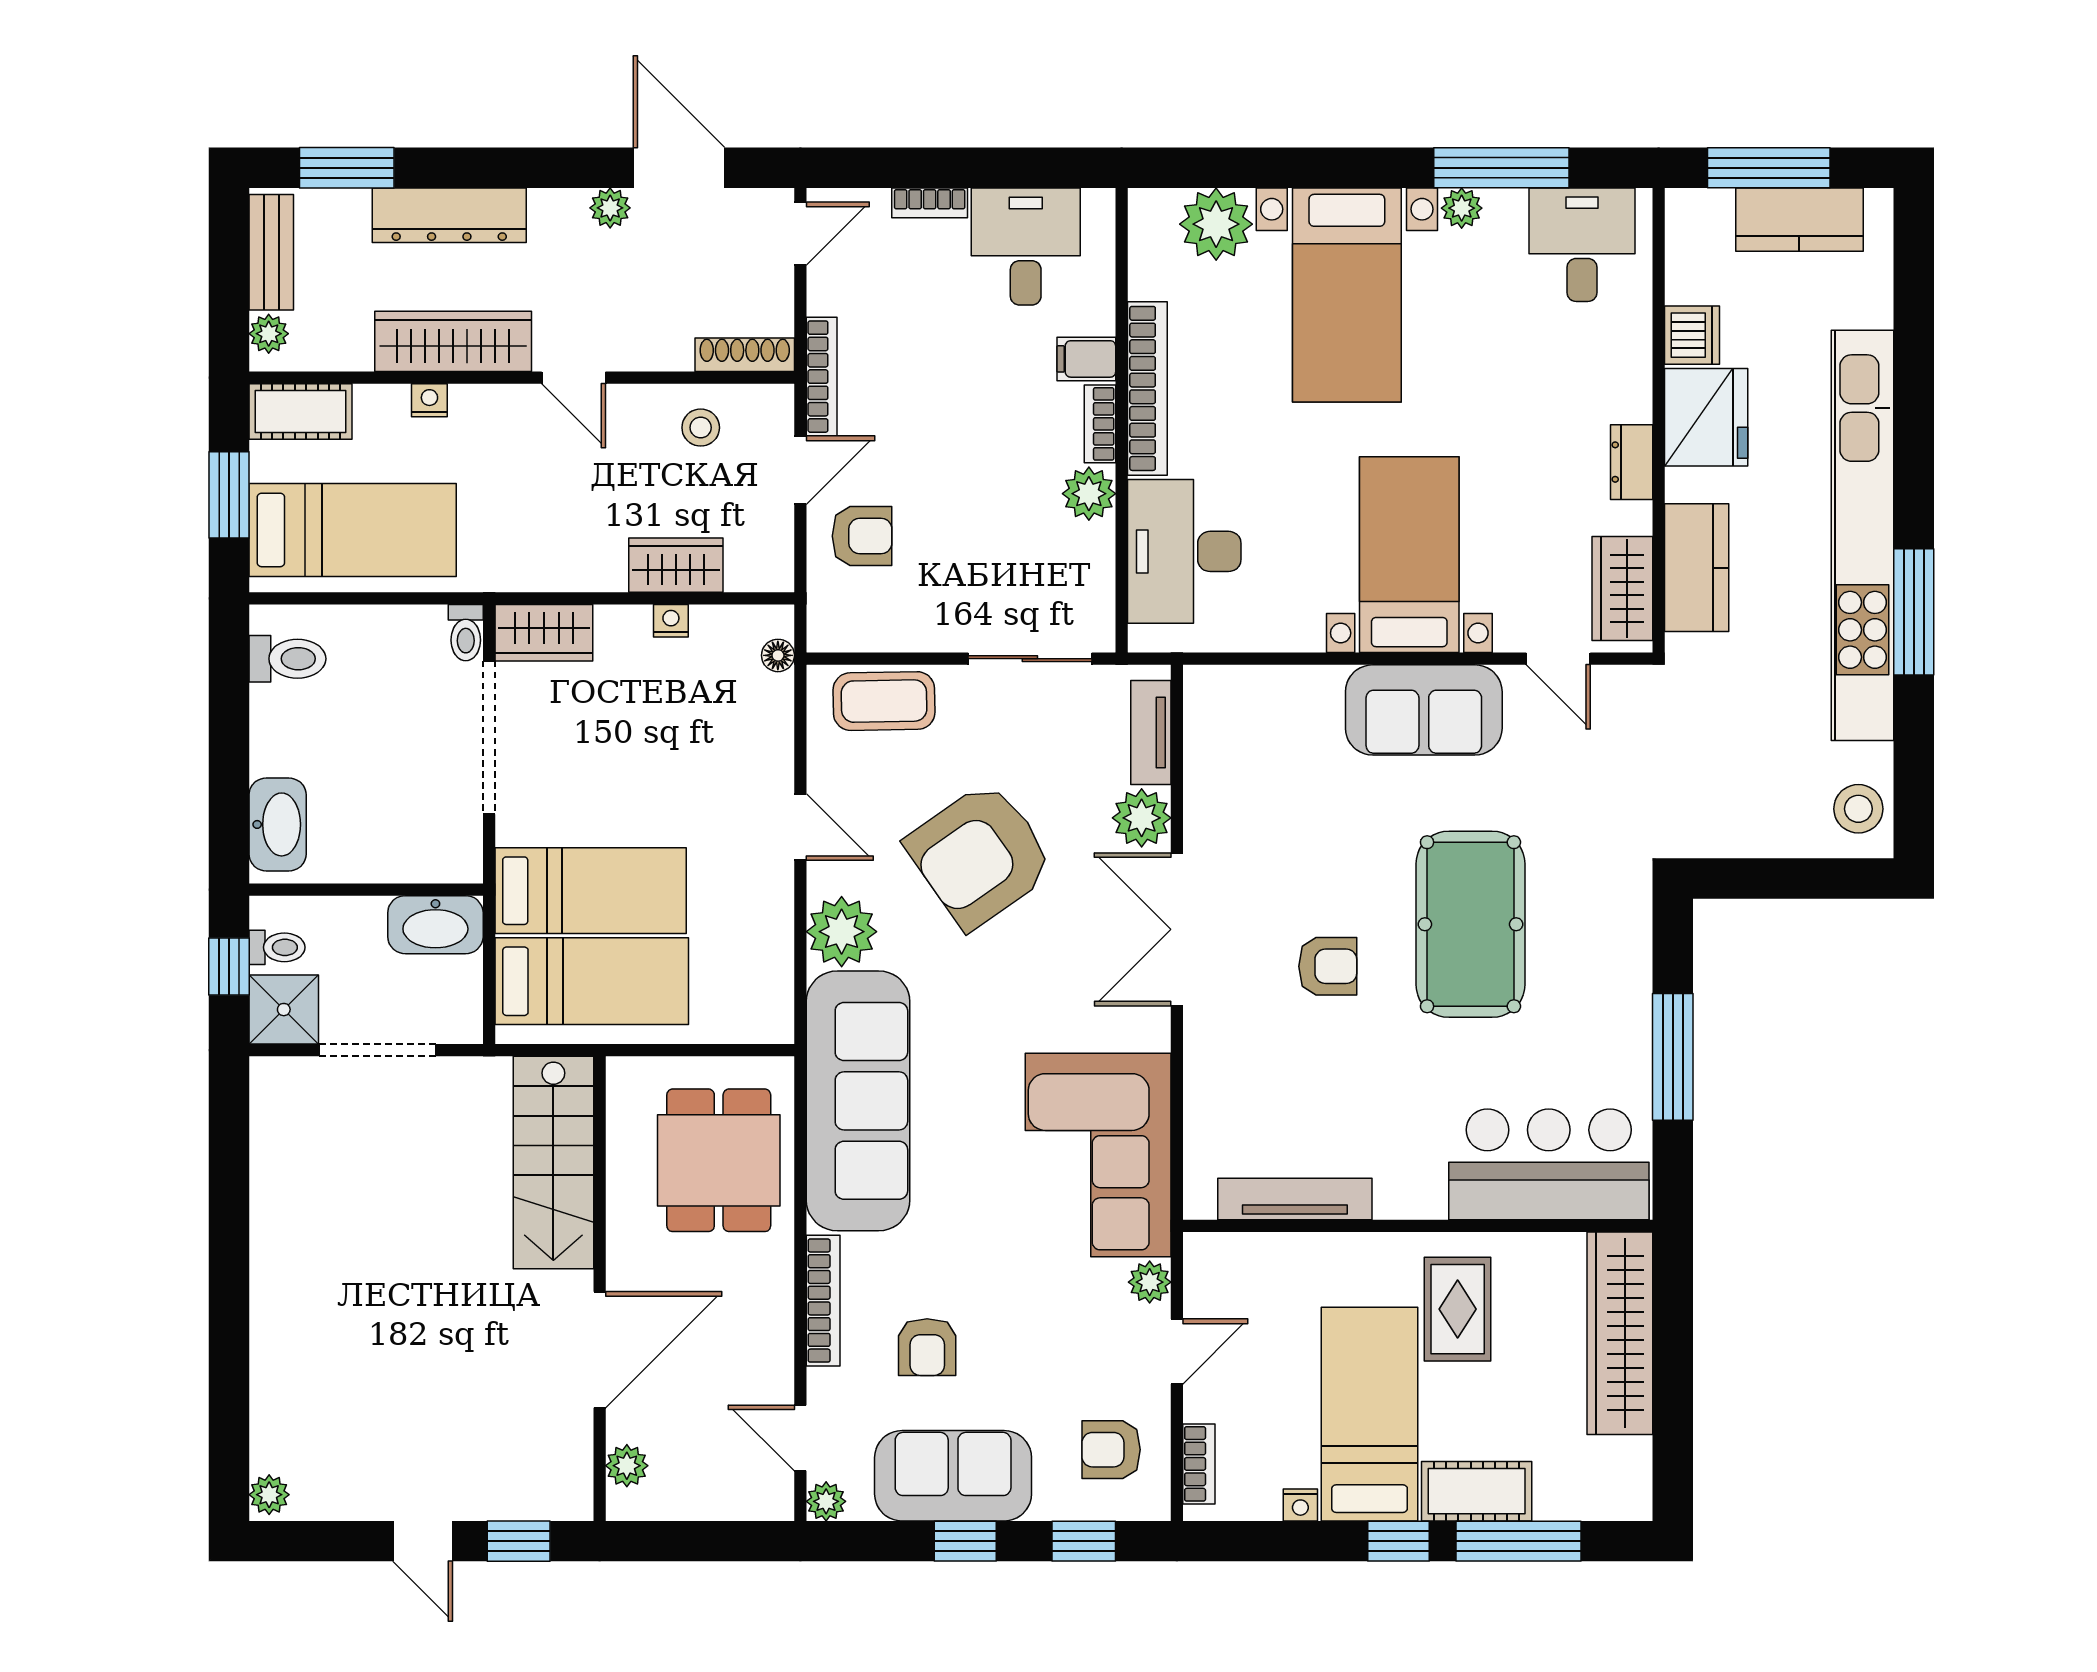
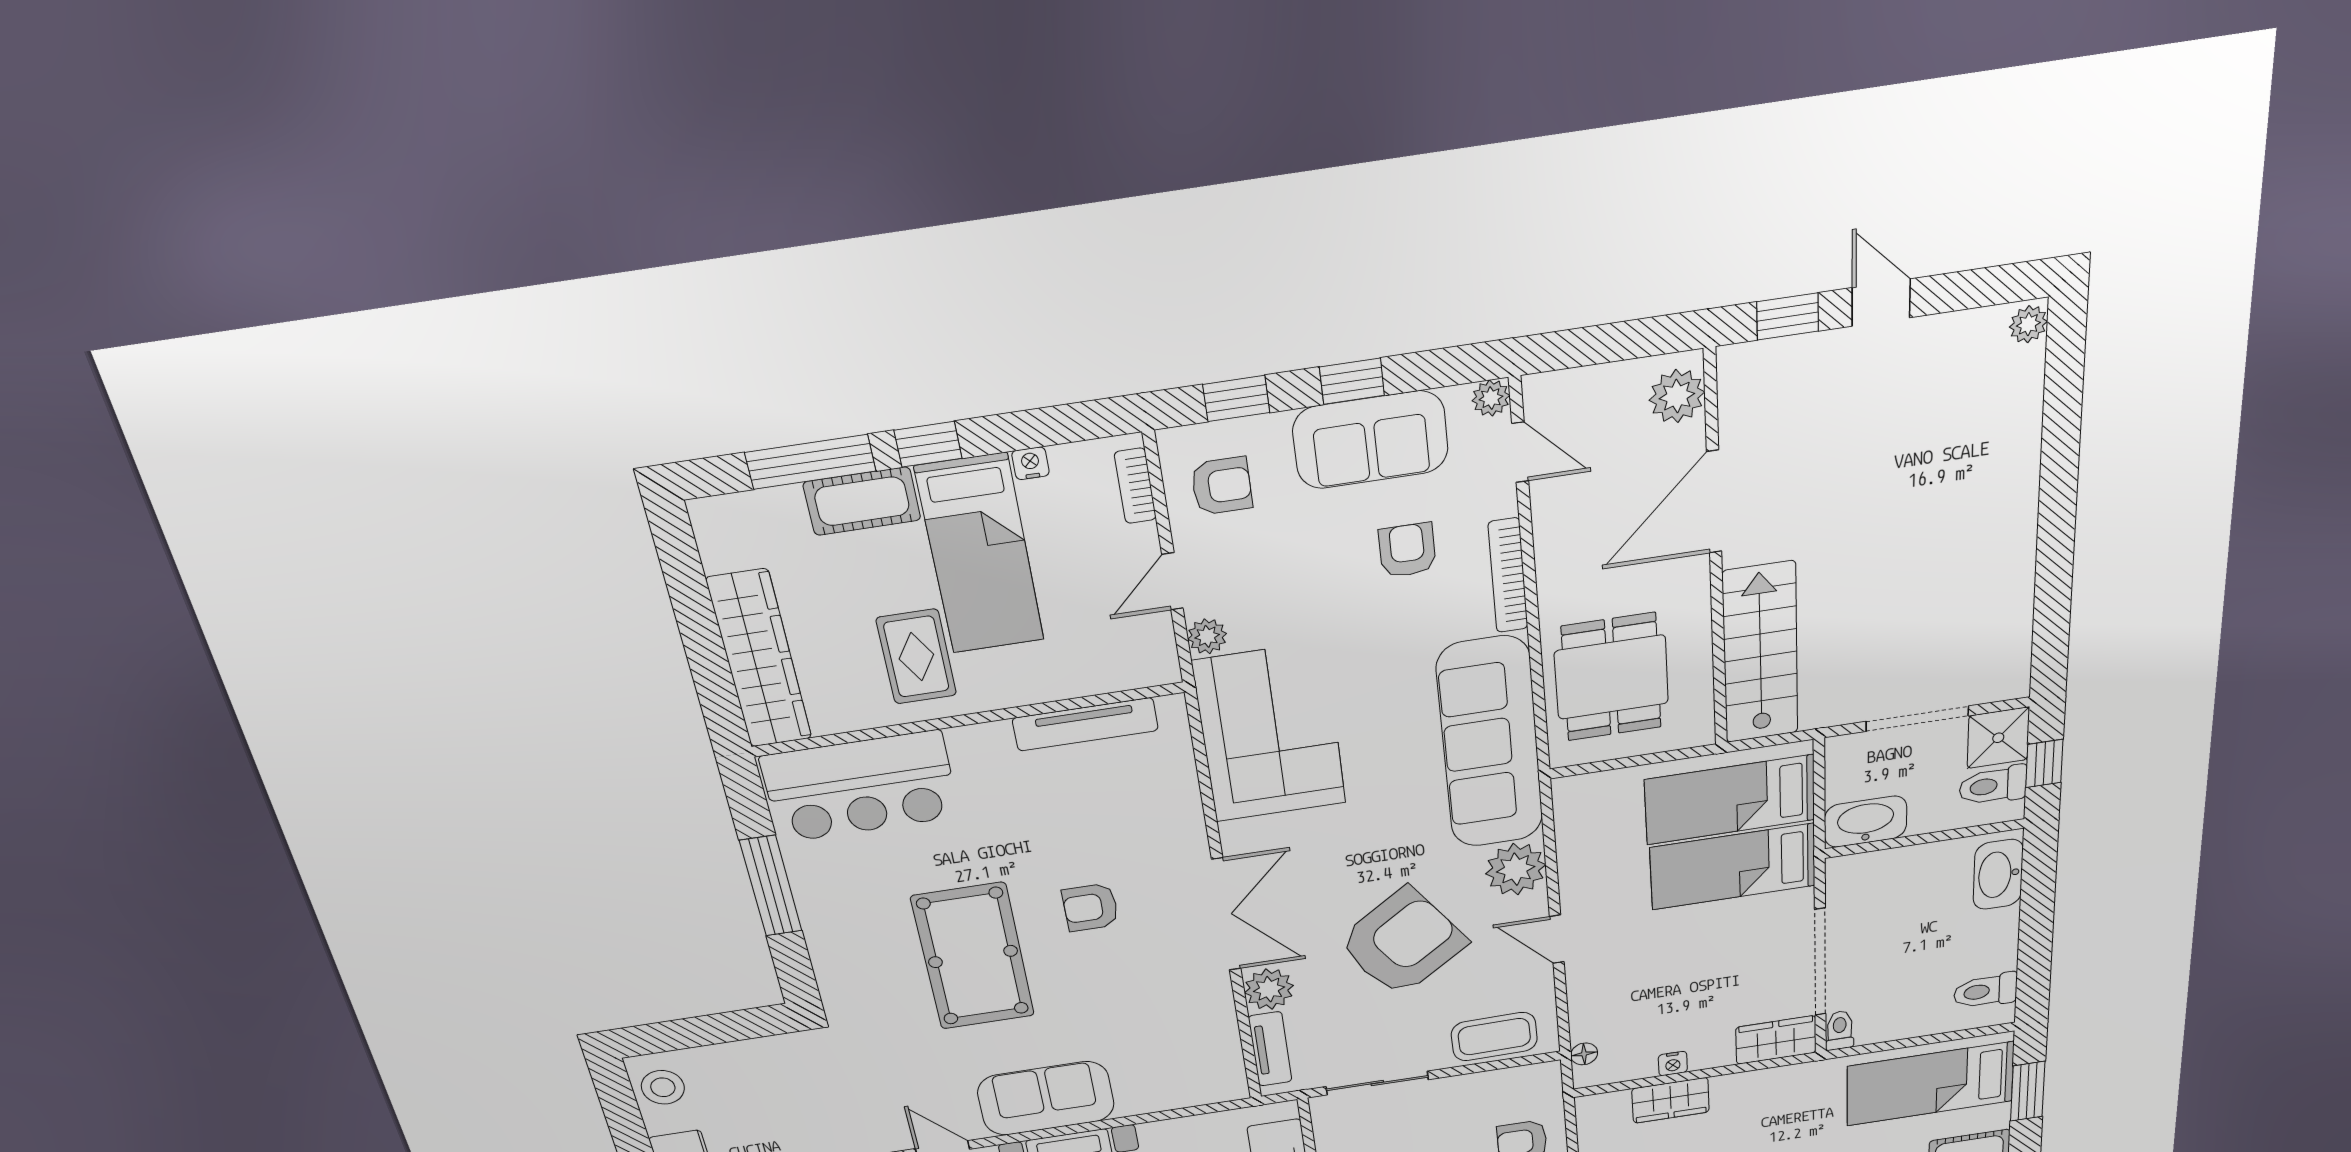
toilet: (277, 947) -> (1993, 786), width x1.37, depth x1.39
plant: (627, 1466) -> (1677, 396), width x1.38, depth x1.38

